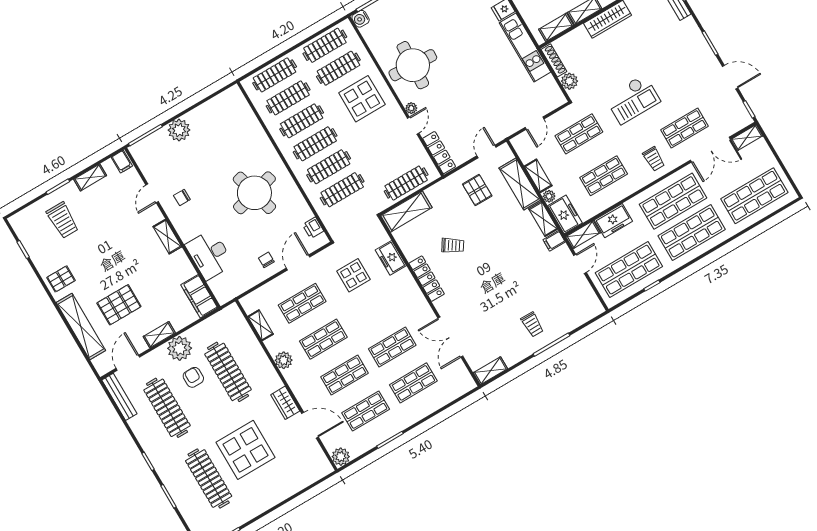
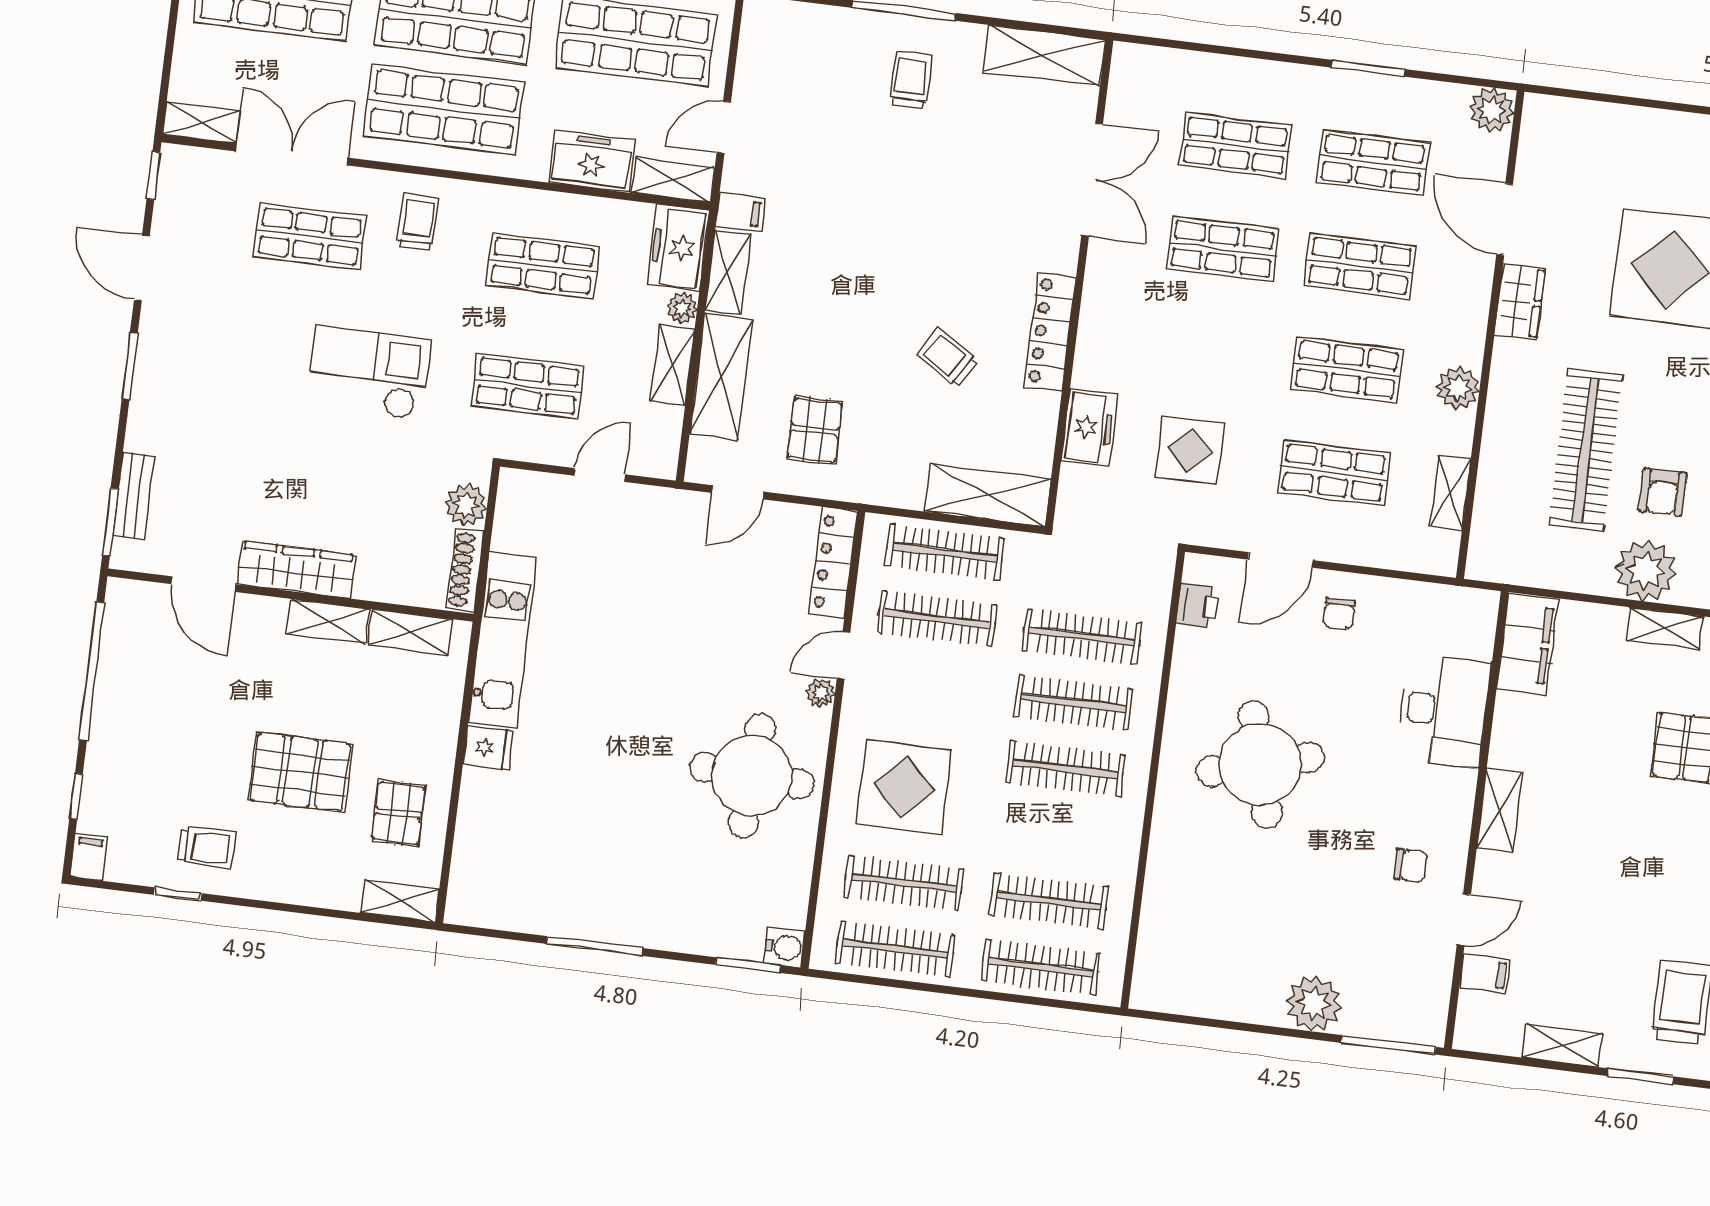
clothes rail: (302, 121) -> (937, 619), moved
filing cabinet: (122, 162) -> (1485, 974), moved, turned 90
shelving: (490, 371) -> (1044, 56), width x1.50, depth x1.33

